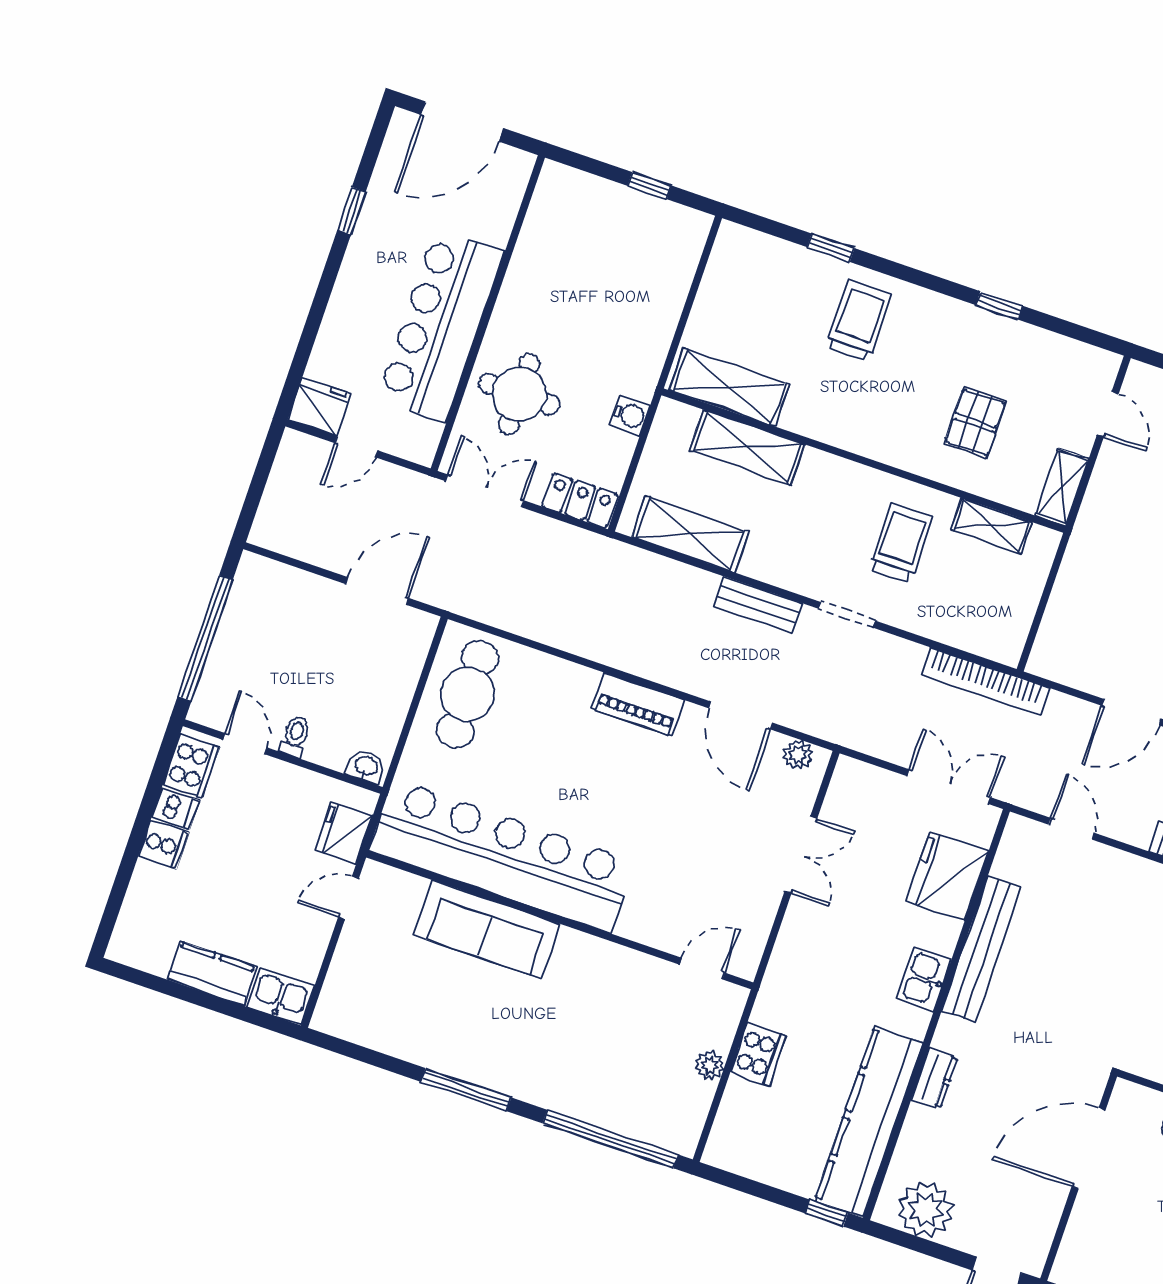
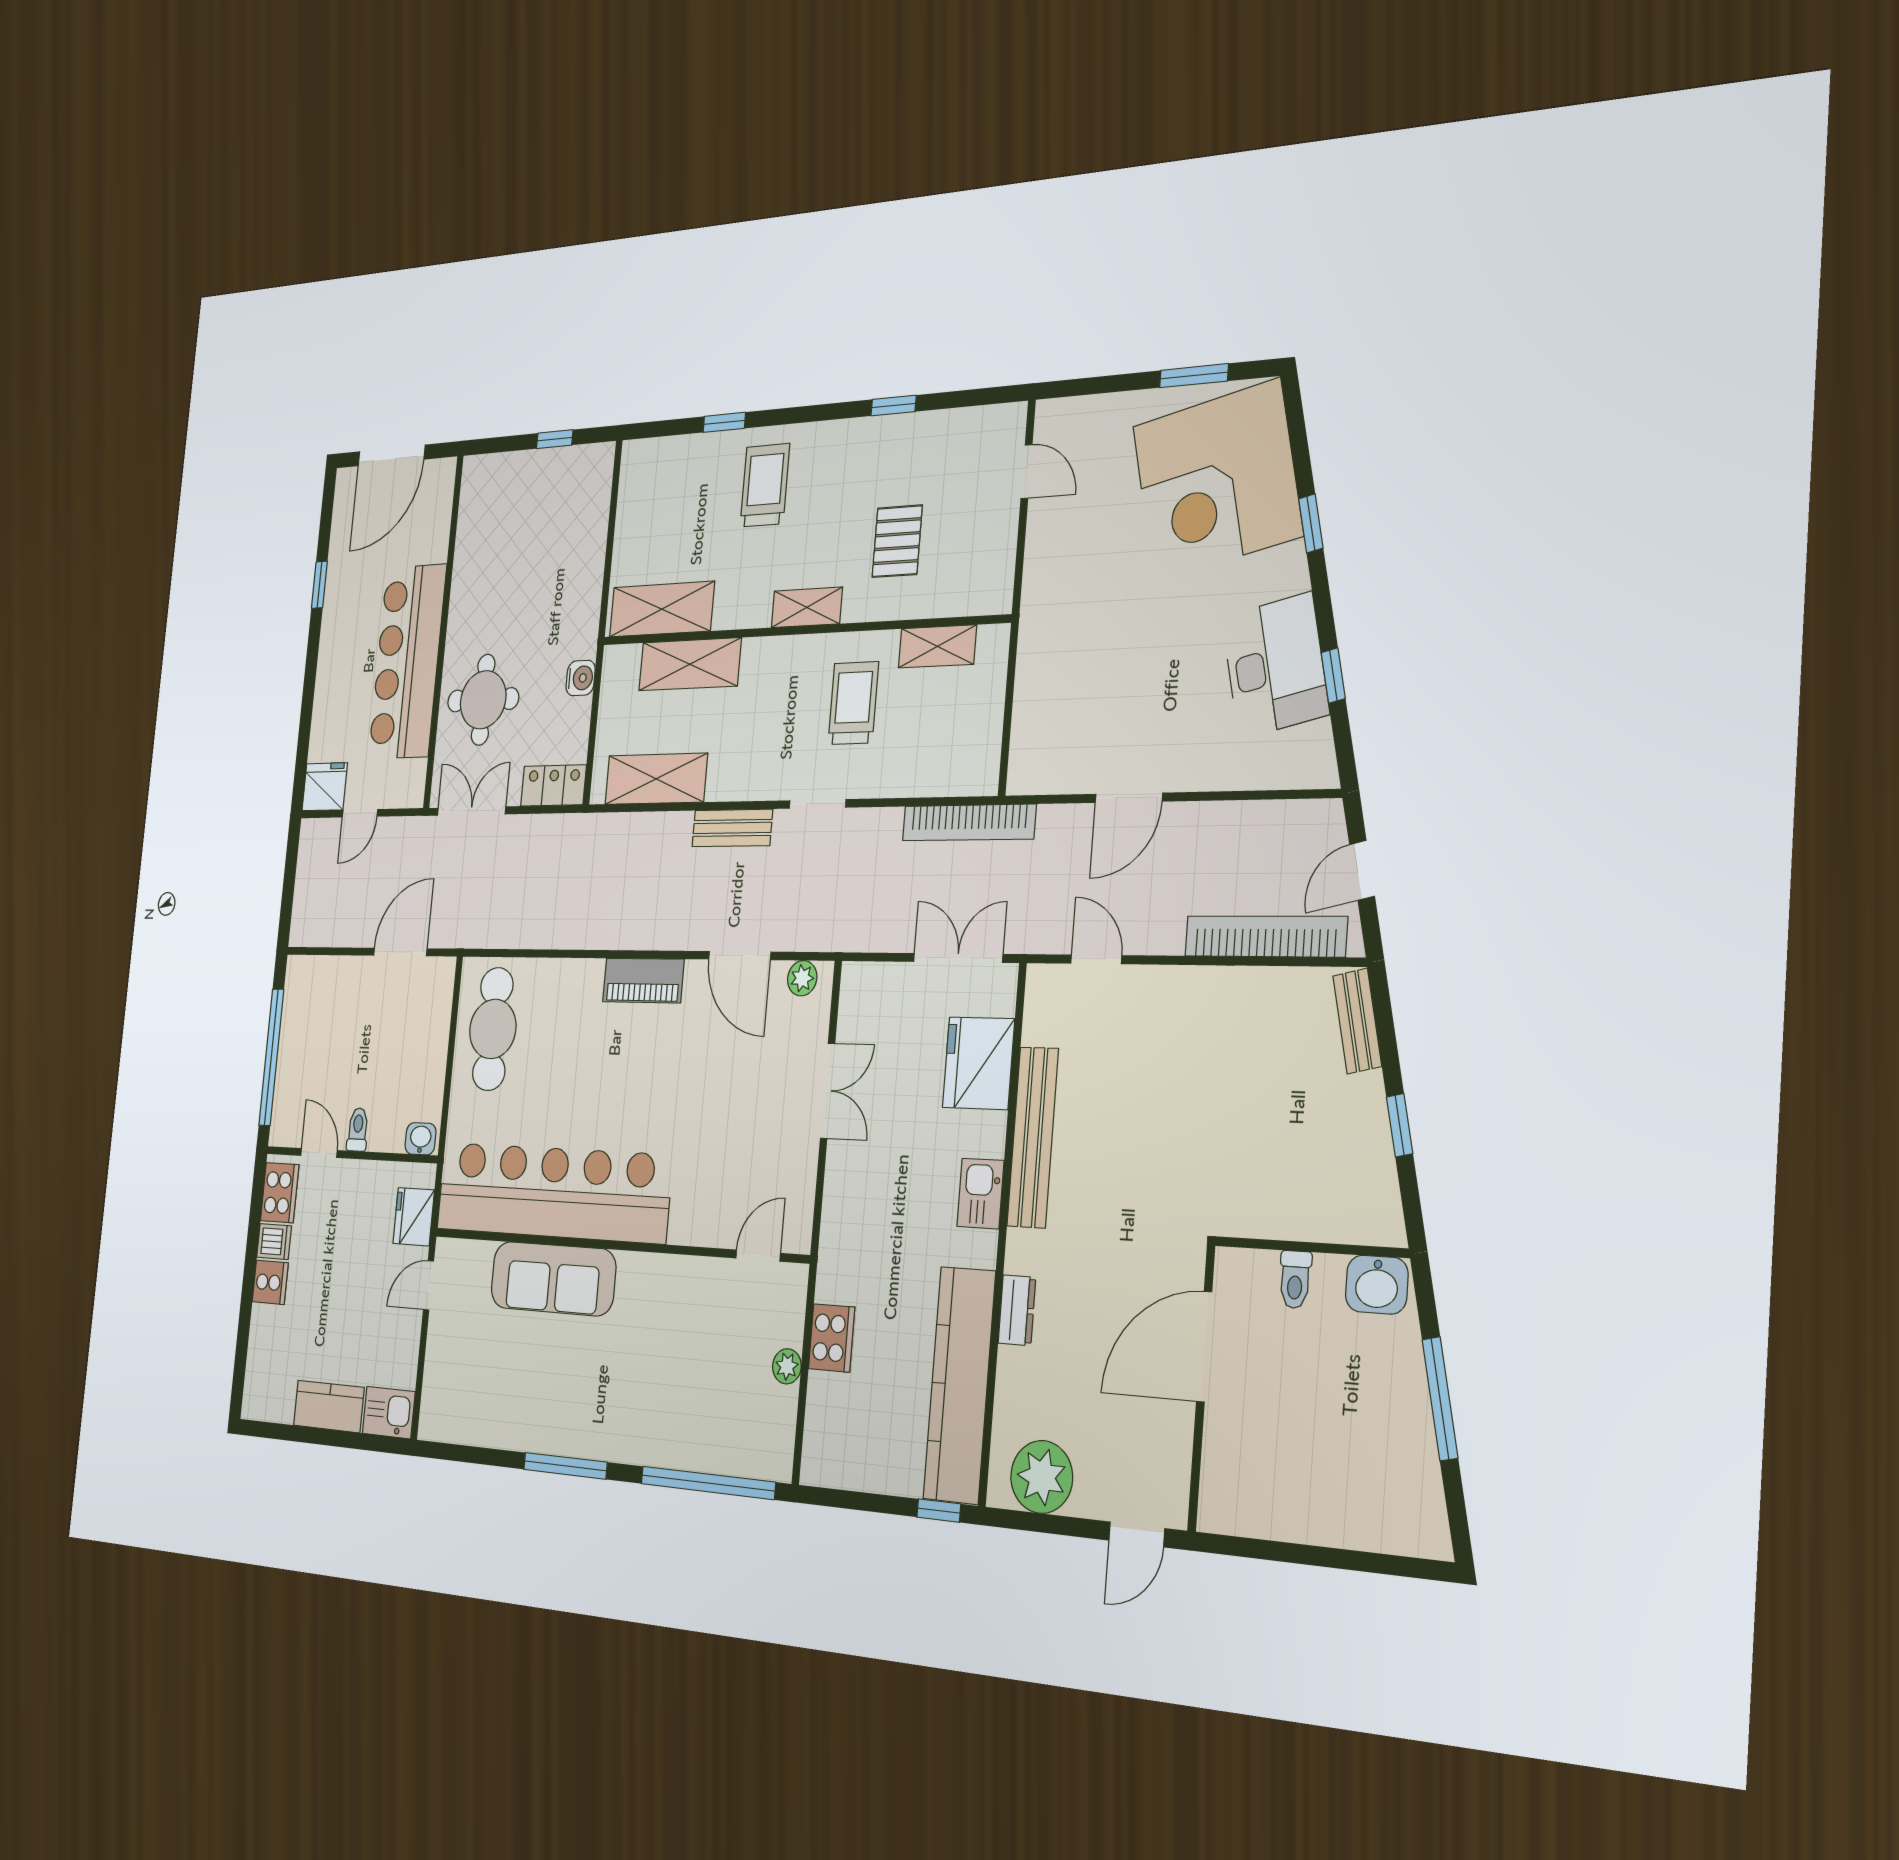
shelving: (1062, 487) -> (807, 607), moved, turned 90

